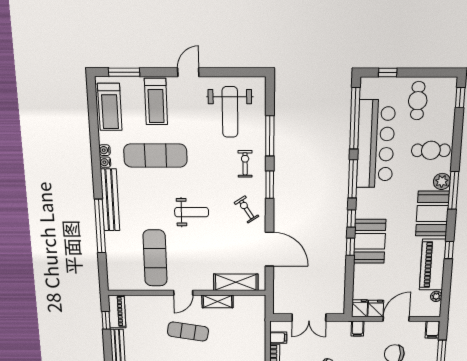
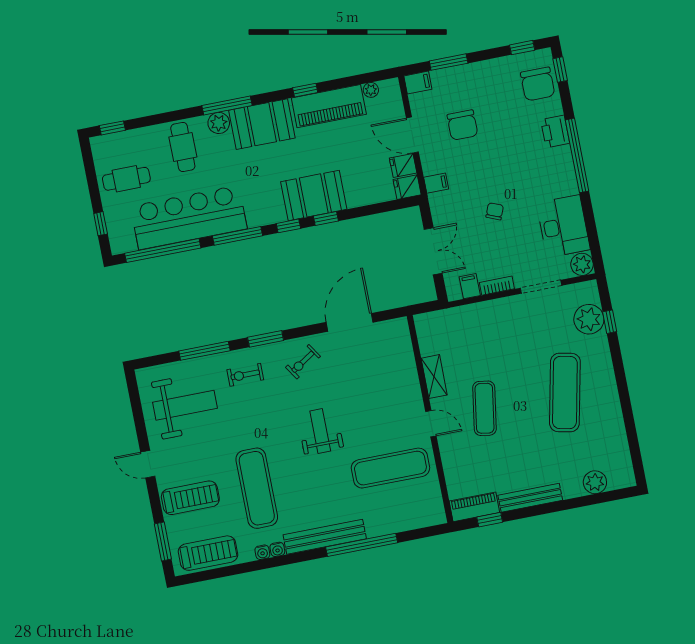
shelving: (236, 282) -> (403, 357), removed

